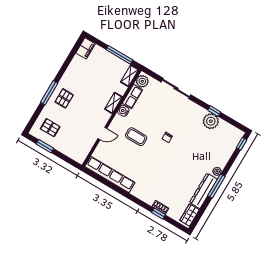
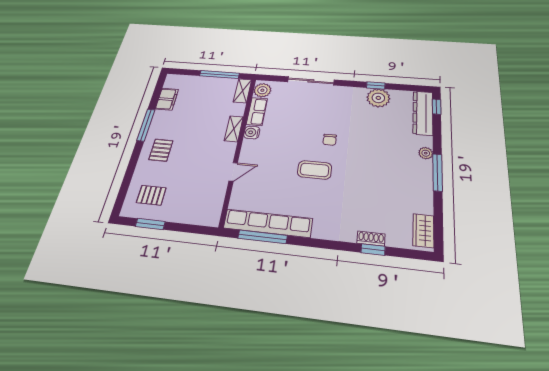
filing cabinet: (86, 48) -> (167, 99), moved
window: (49, 93) -> (146, 125), moved
coffee table: (136, 137) -> (315, 170), moved
window: (104, 181) -> (263, 237), added
dresser: (203, 191) -> (423, 113), moved

